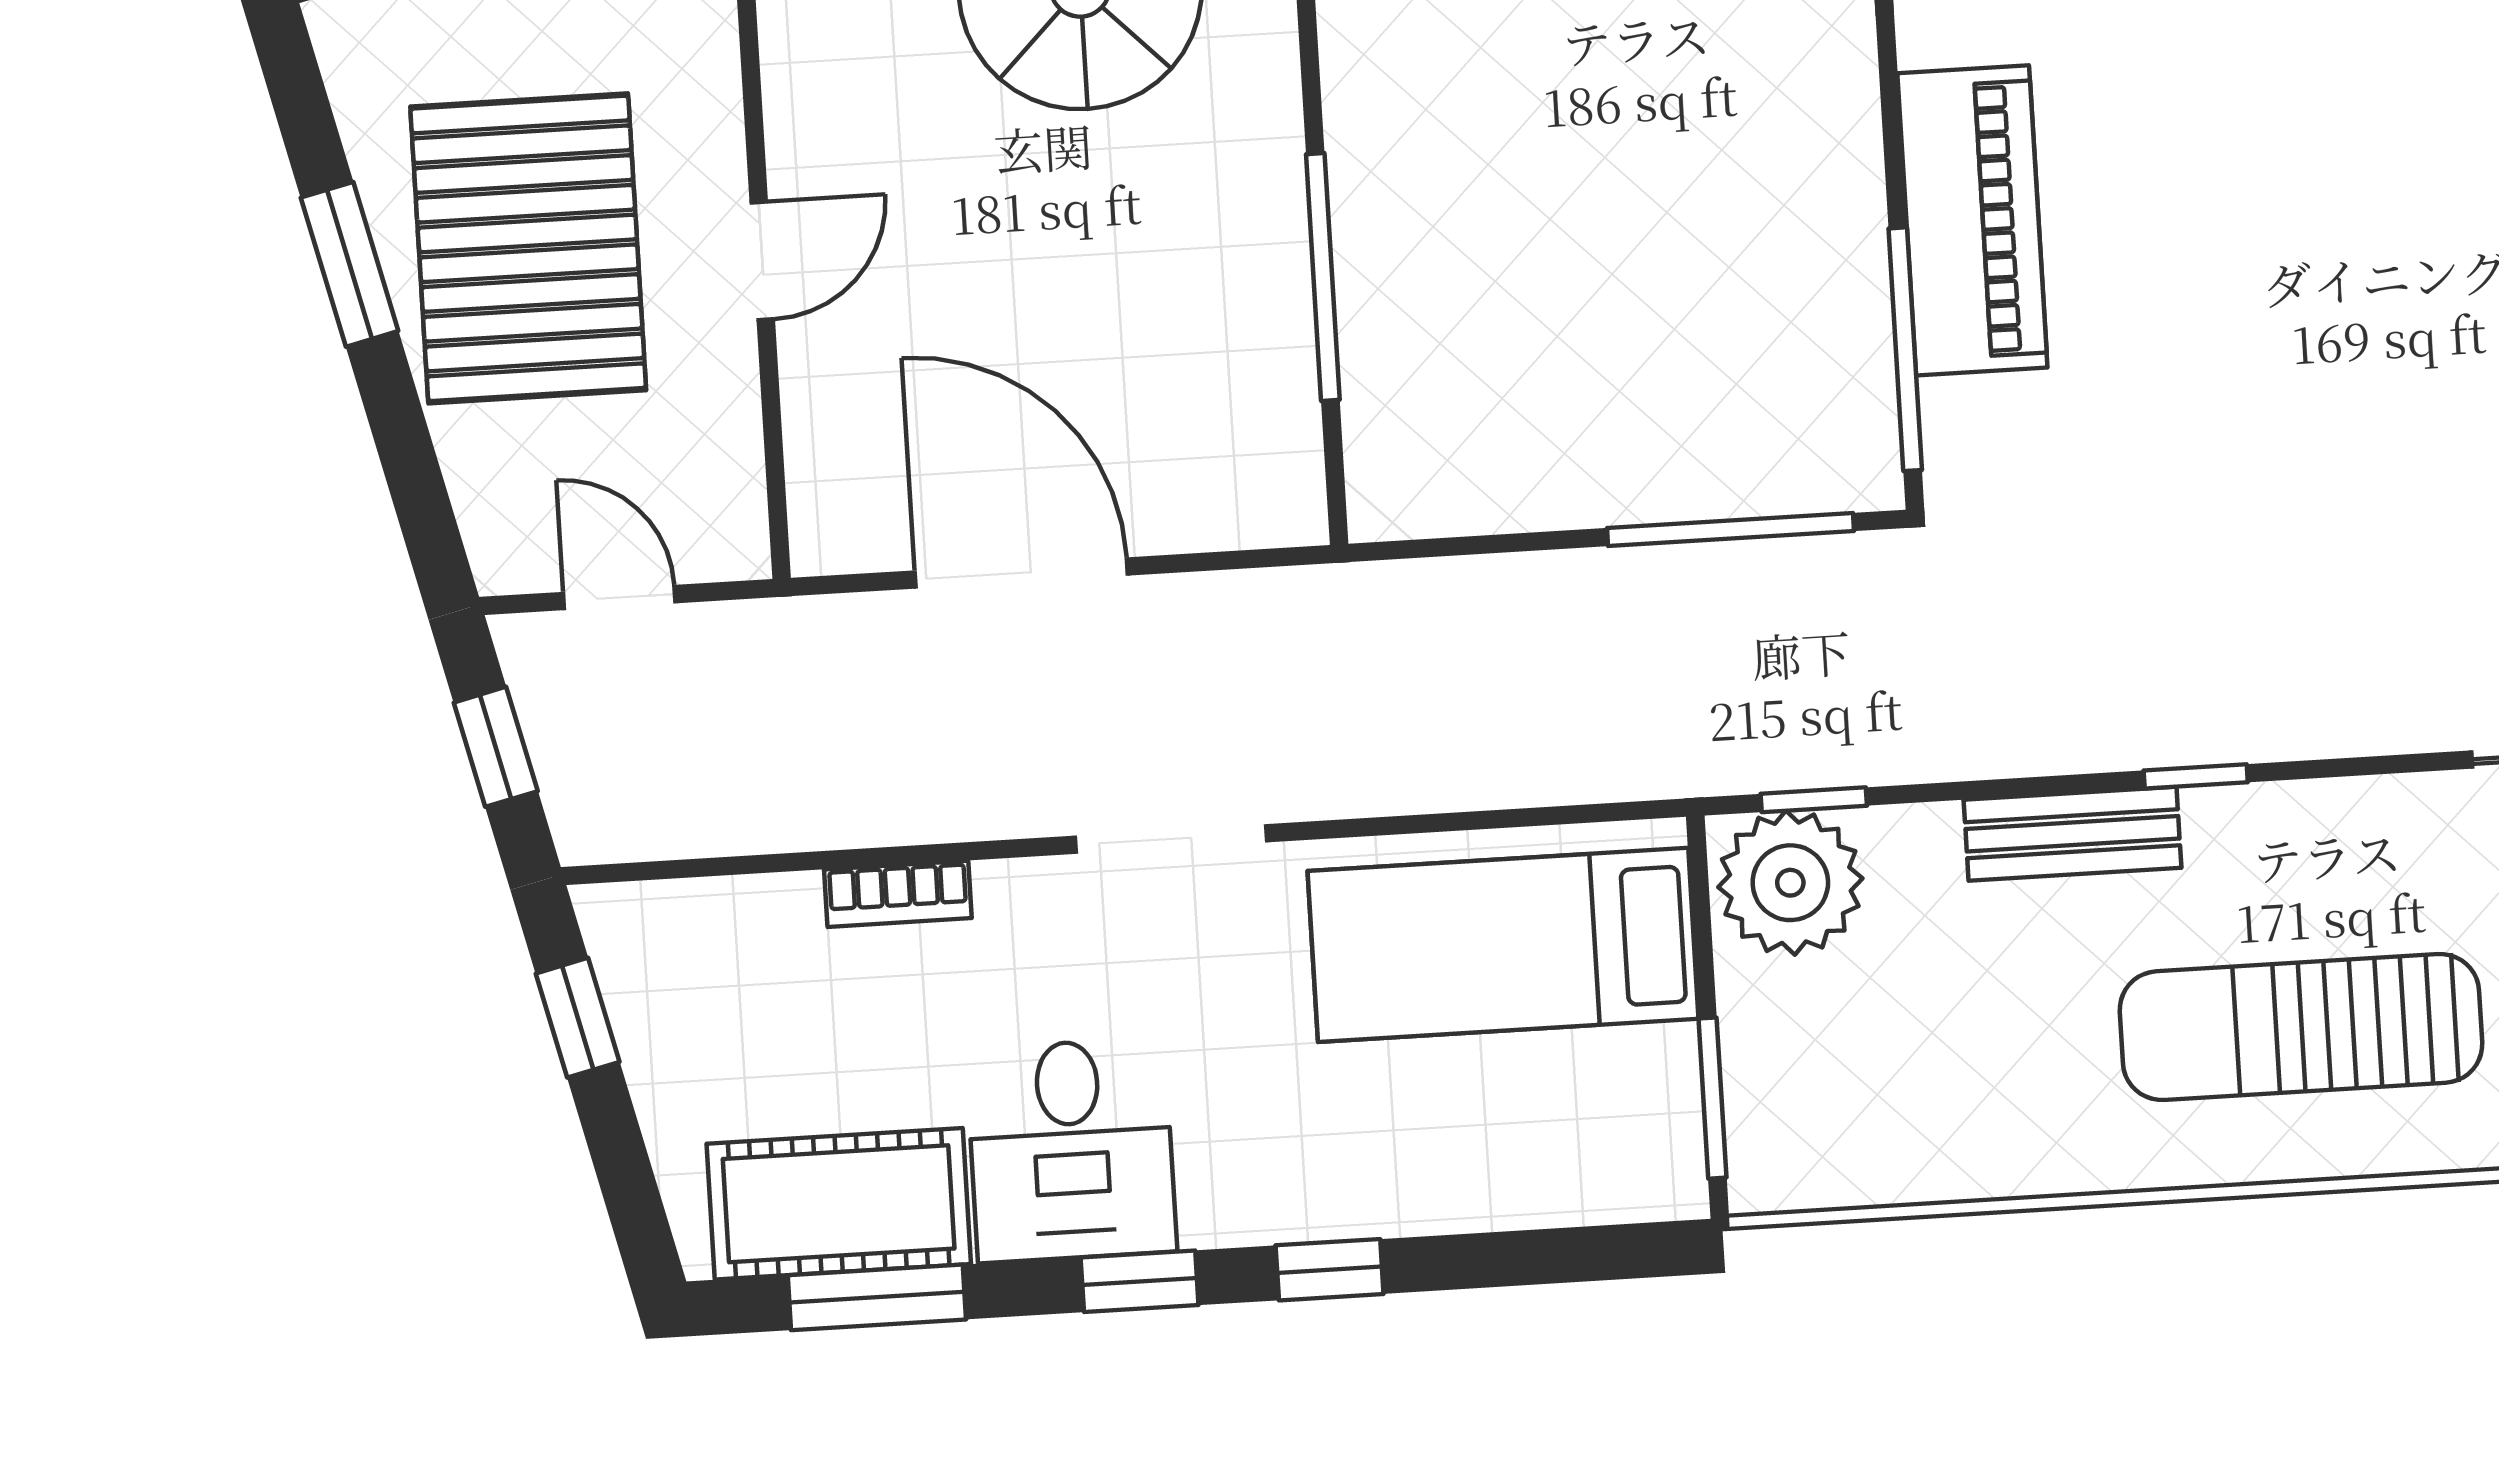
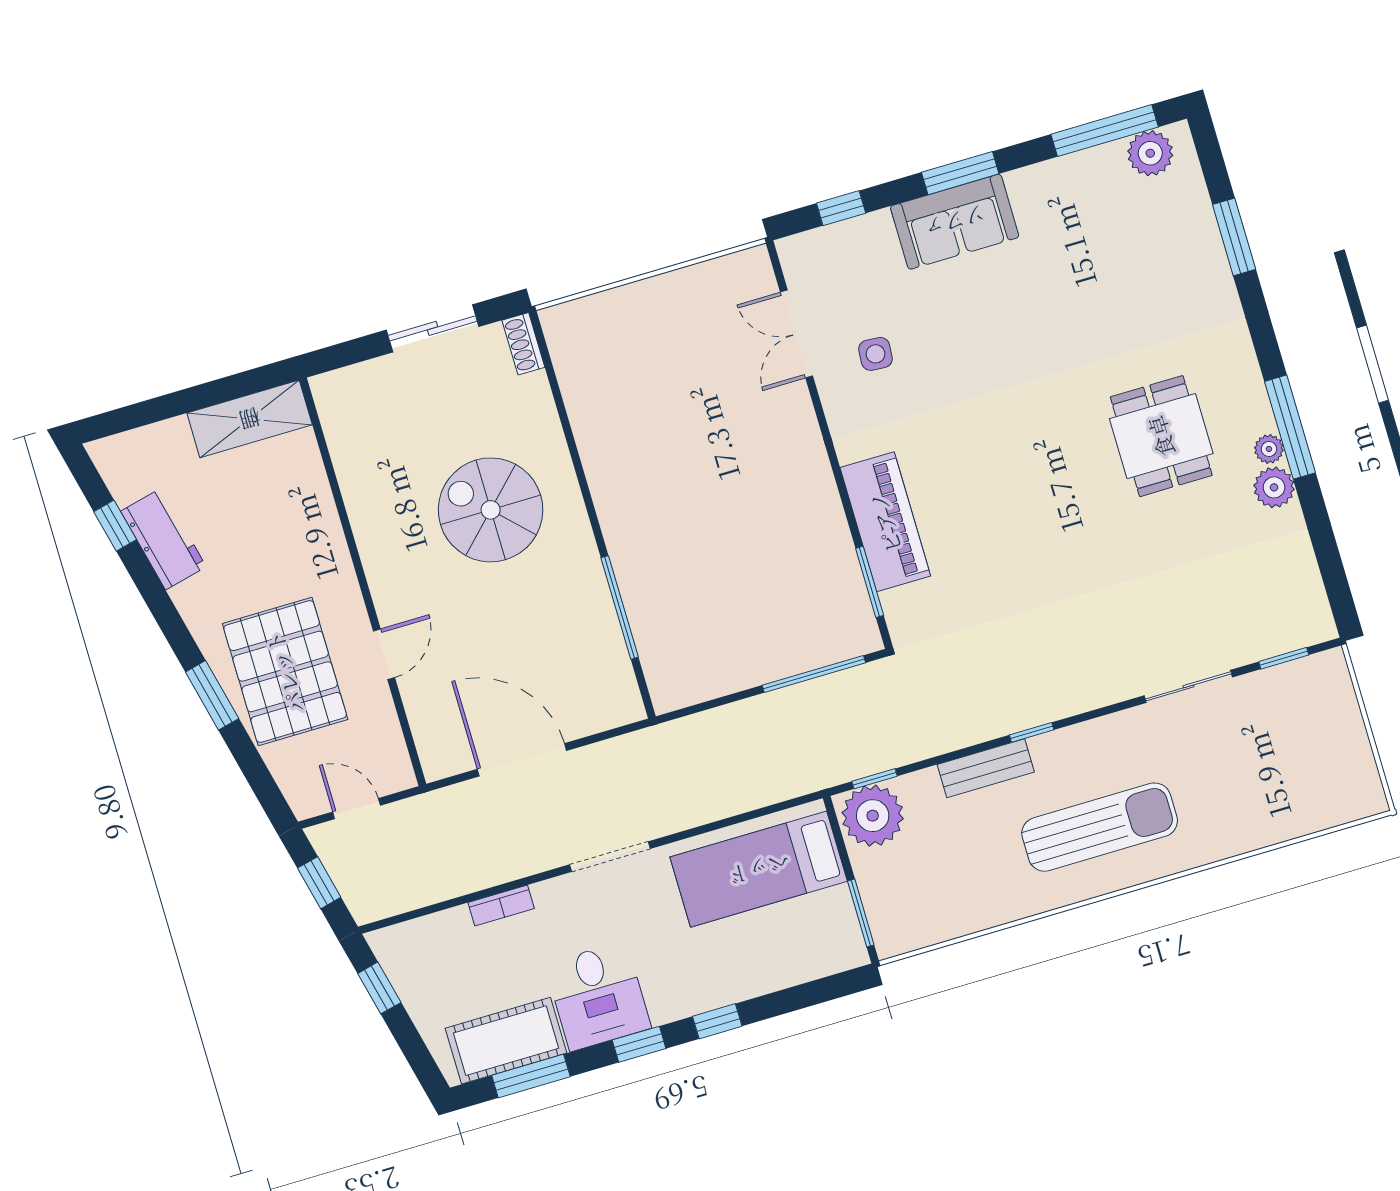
window: (1905, 349) -> (870, 582), width x0.69
sun lounger: (2301, 1027) -> (1100, 827), turned 180

